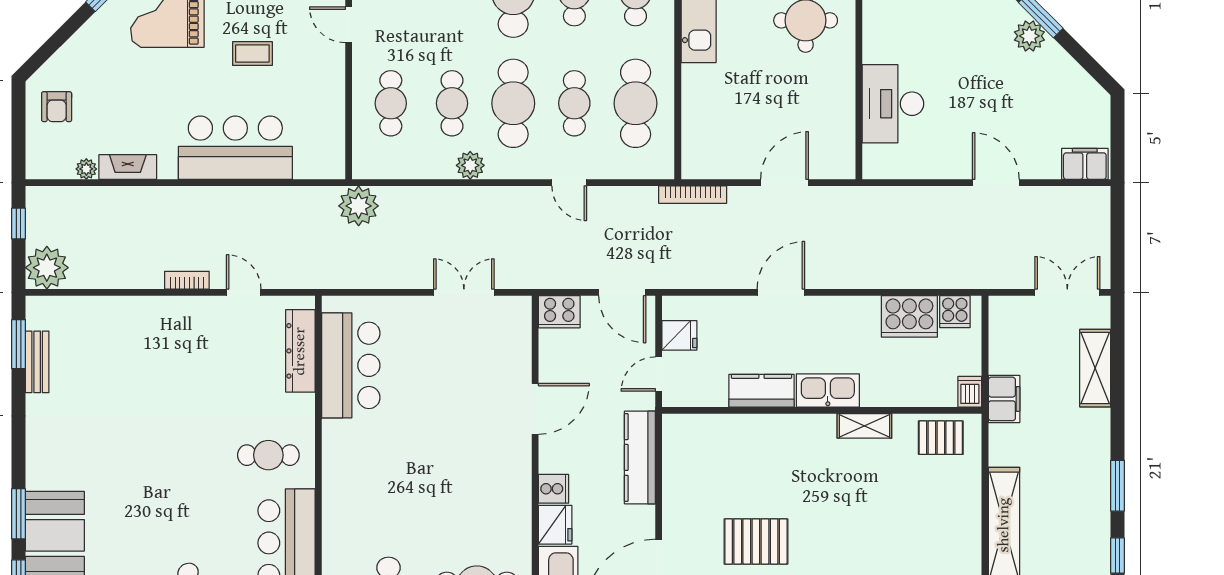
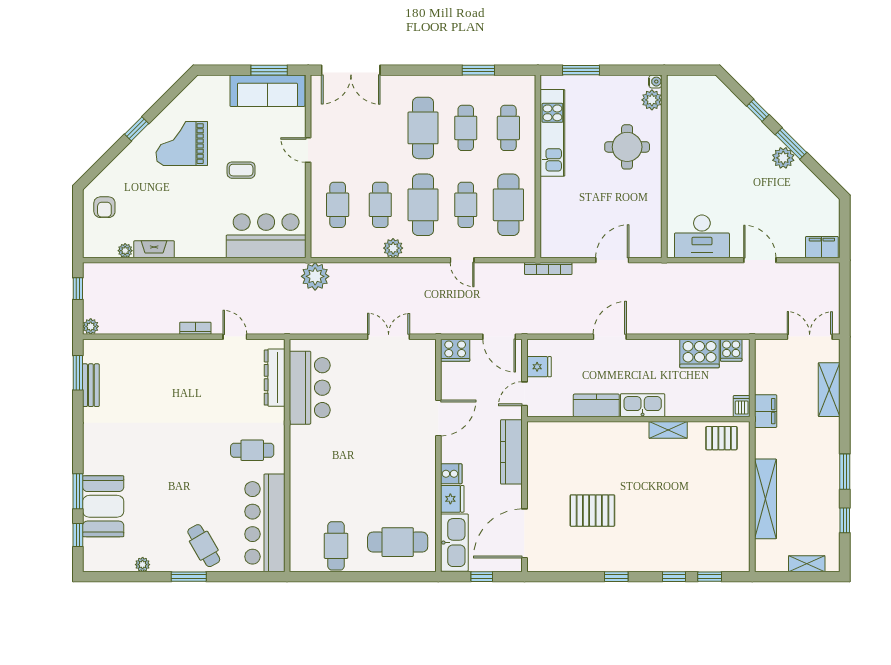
desk: (893, 104) -> (702, 236), moved, turned -90
bar counter: (235, 148) -> (266, 236), moved
plant: (47, 268) -> (91, 326), width x0.53, depth x0.53

